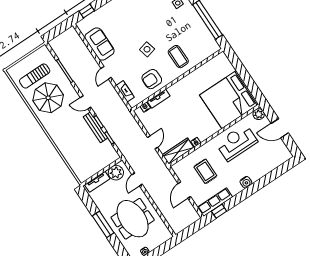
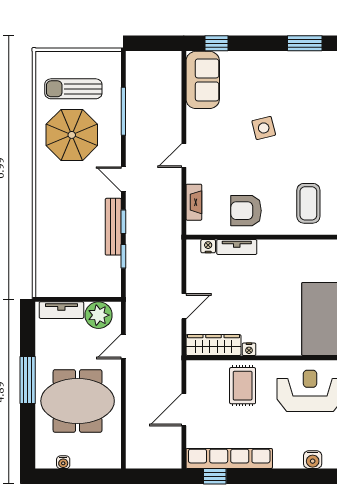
sofa: (99, 44) -> (203, 80), moved
side table: (147, 49) -> (264, 128), moved
rug: (205, 171) -> (243, 386), moved
water cooler: (246, 182) -> (313, 460), moved
row of seats: (215, 202) -> (229, 459), width x1.36
meeting table: (133, 219) -> (78, 401), turned 90

